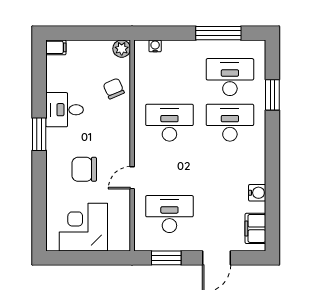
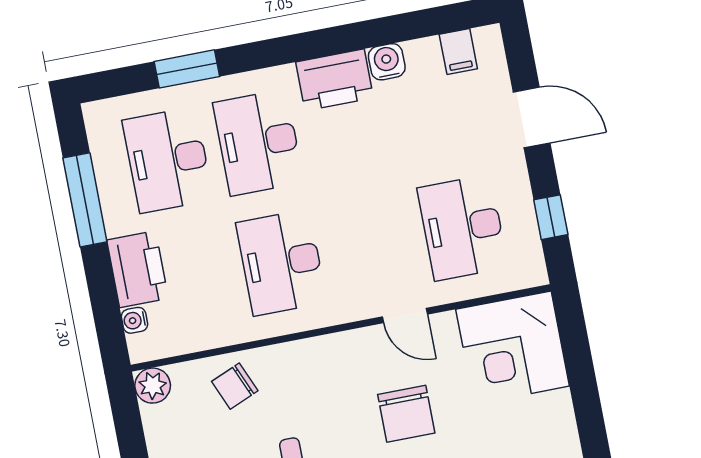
printer: (180, 52) -> (138, 269), added
printer: (253, 166) -> (335, 80), added
corner desk: (83, 227) -> (513, 348), moved
filing cabinet: (255, 228) -> (458, 52), width x0.50
window: (166, 258) -> (551, 217), width x0.67

